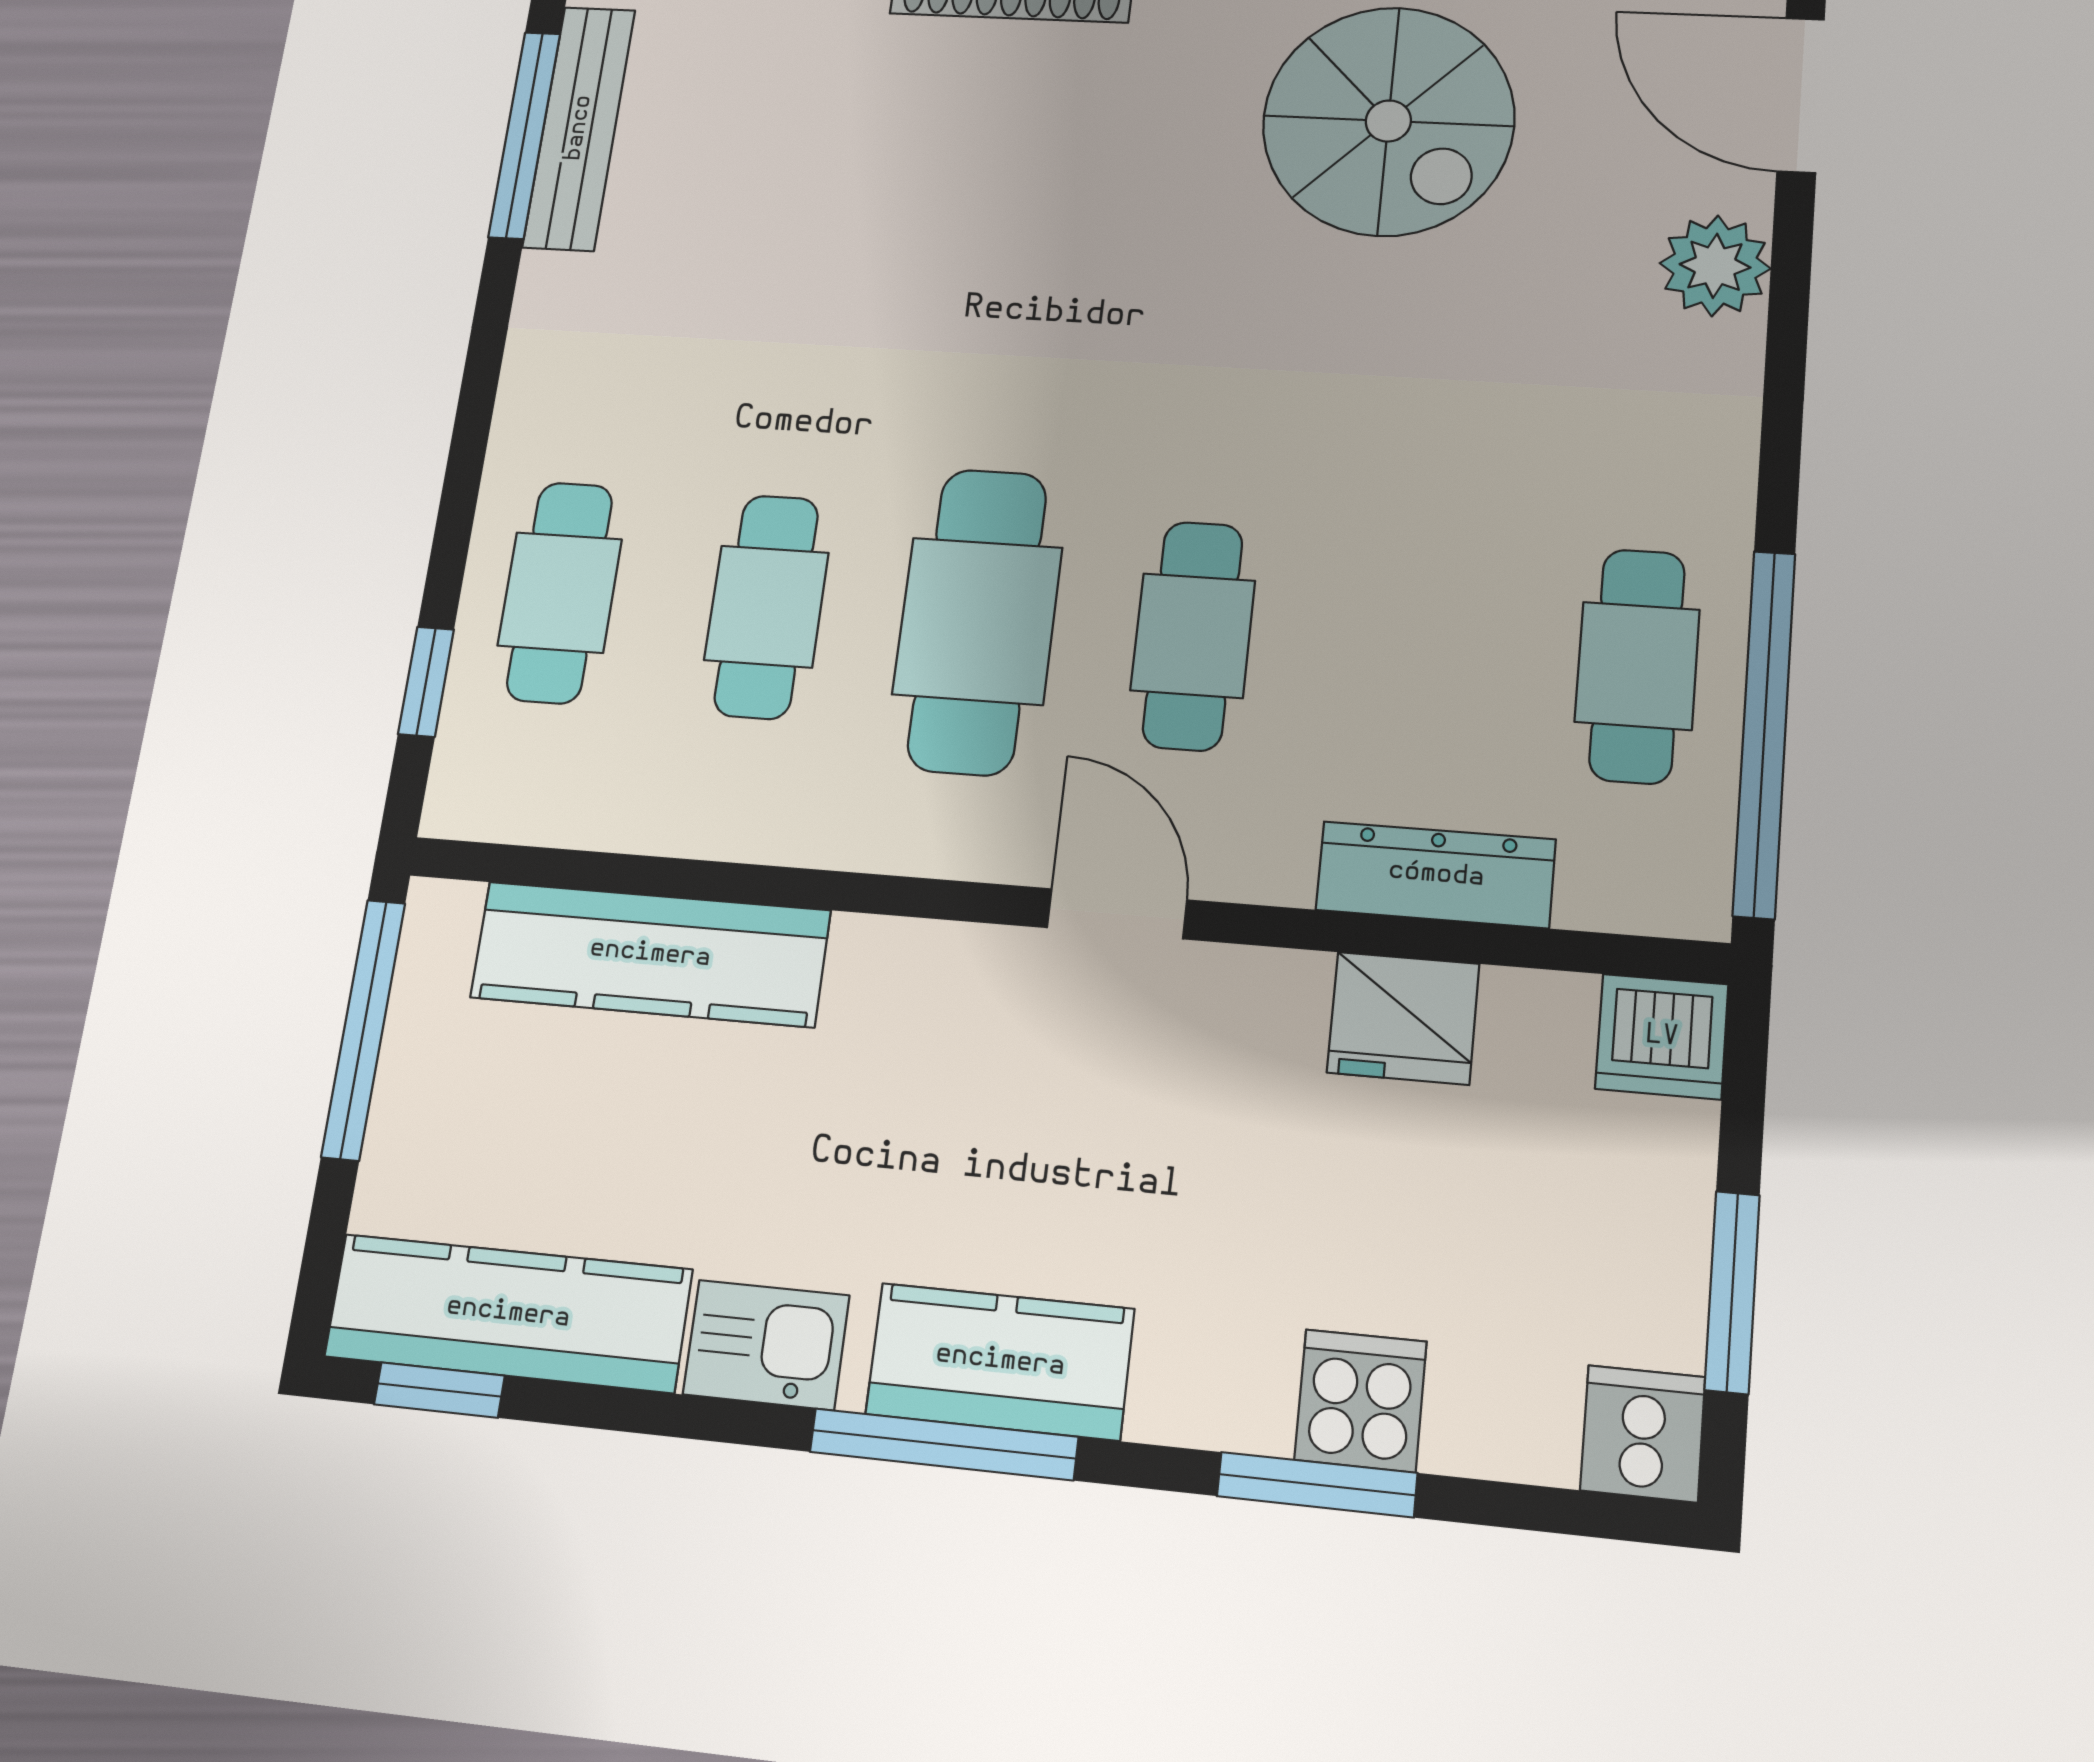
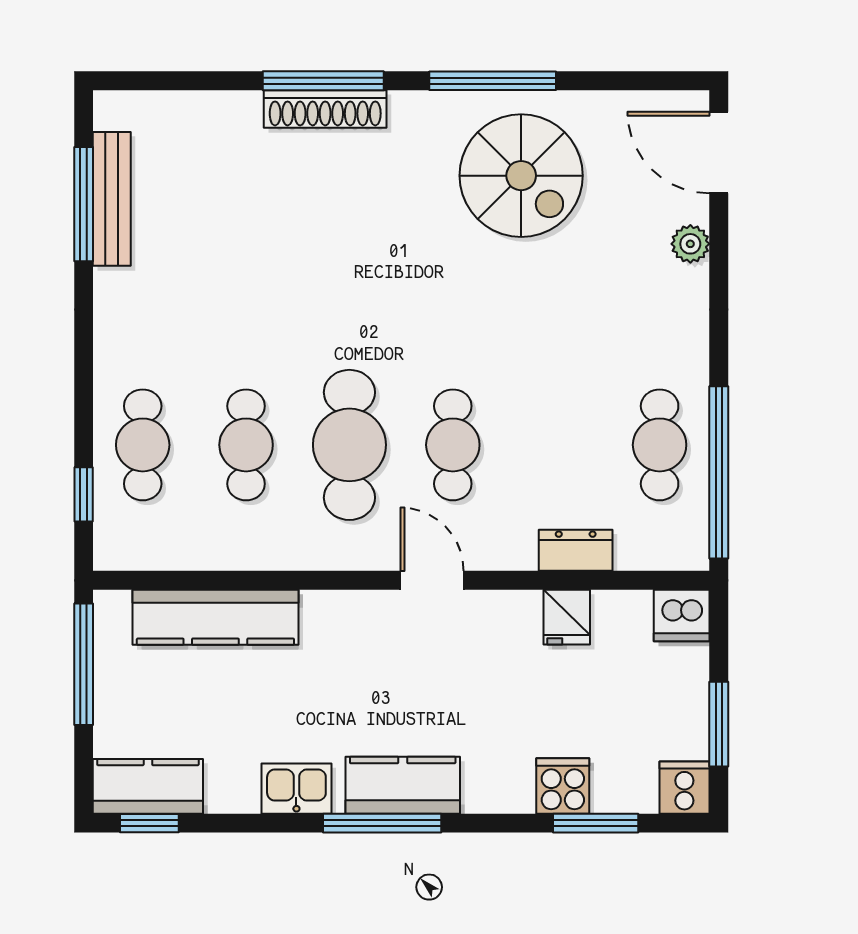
plant: (1715, 266) -> (690, 244), width x0.73, depth x0.73
dresser: (1436, 875) -> (576, 550), width x0.70
fridge: (1403, 1018) -> (567, 617), width x0.72
kitchen counter: (508, 1313) -> (148, 786), width x0.67
window: (1317, 1485) -> (596, 823), moved

